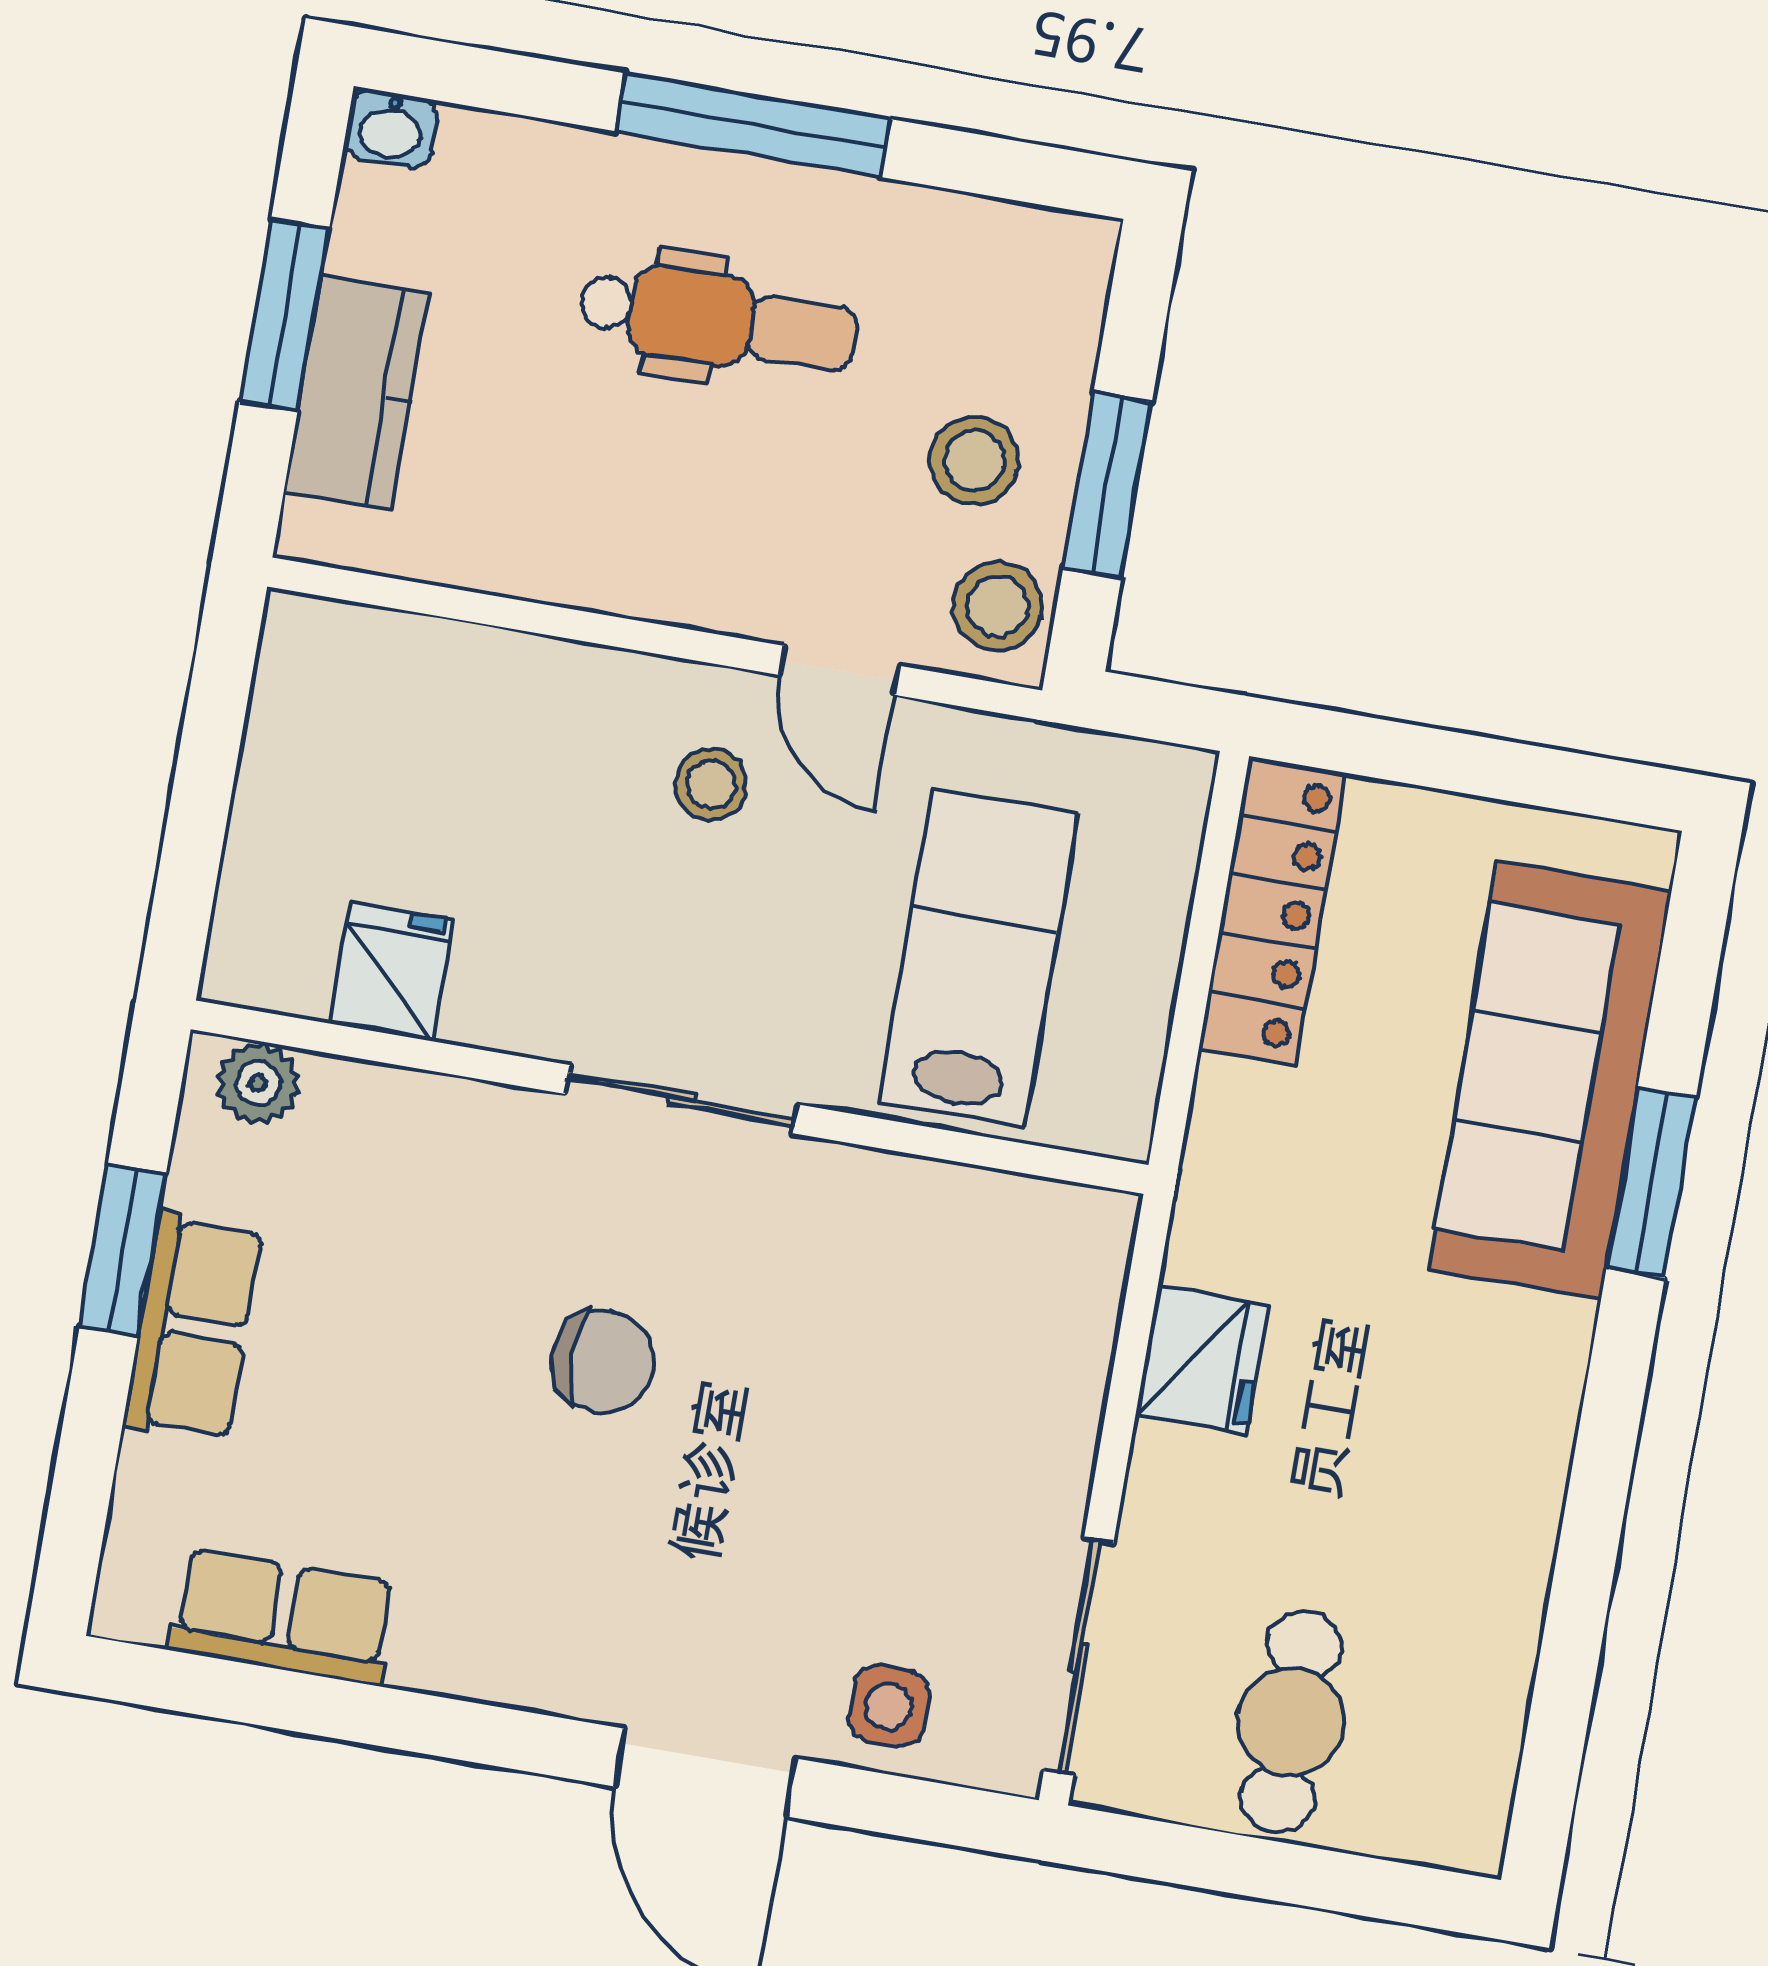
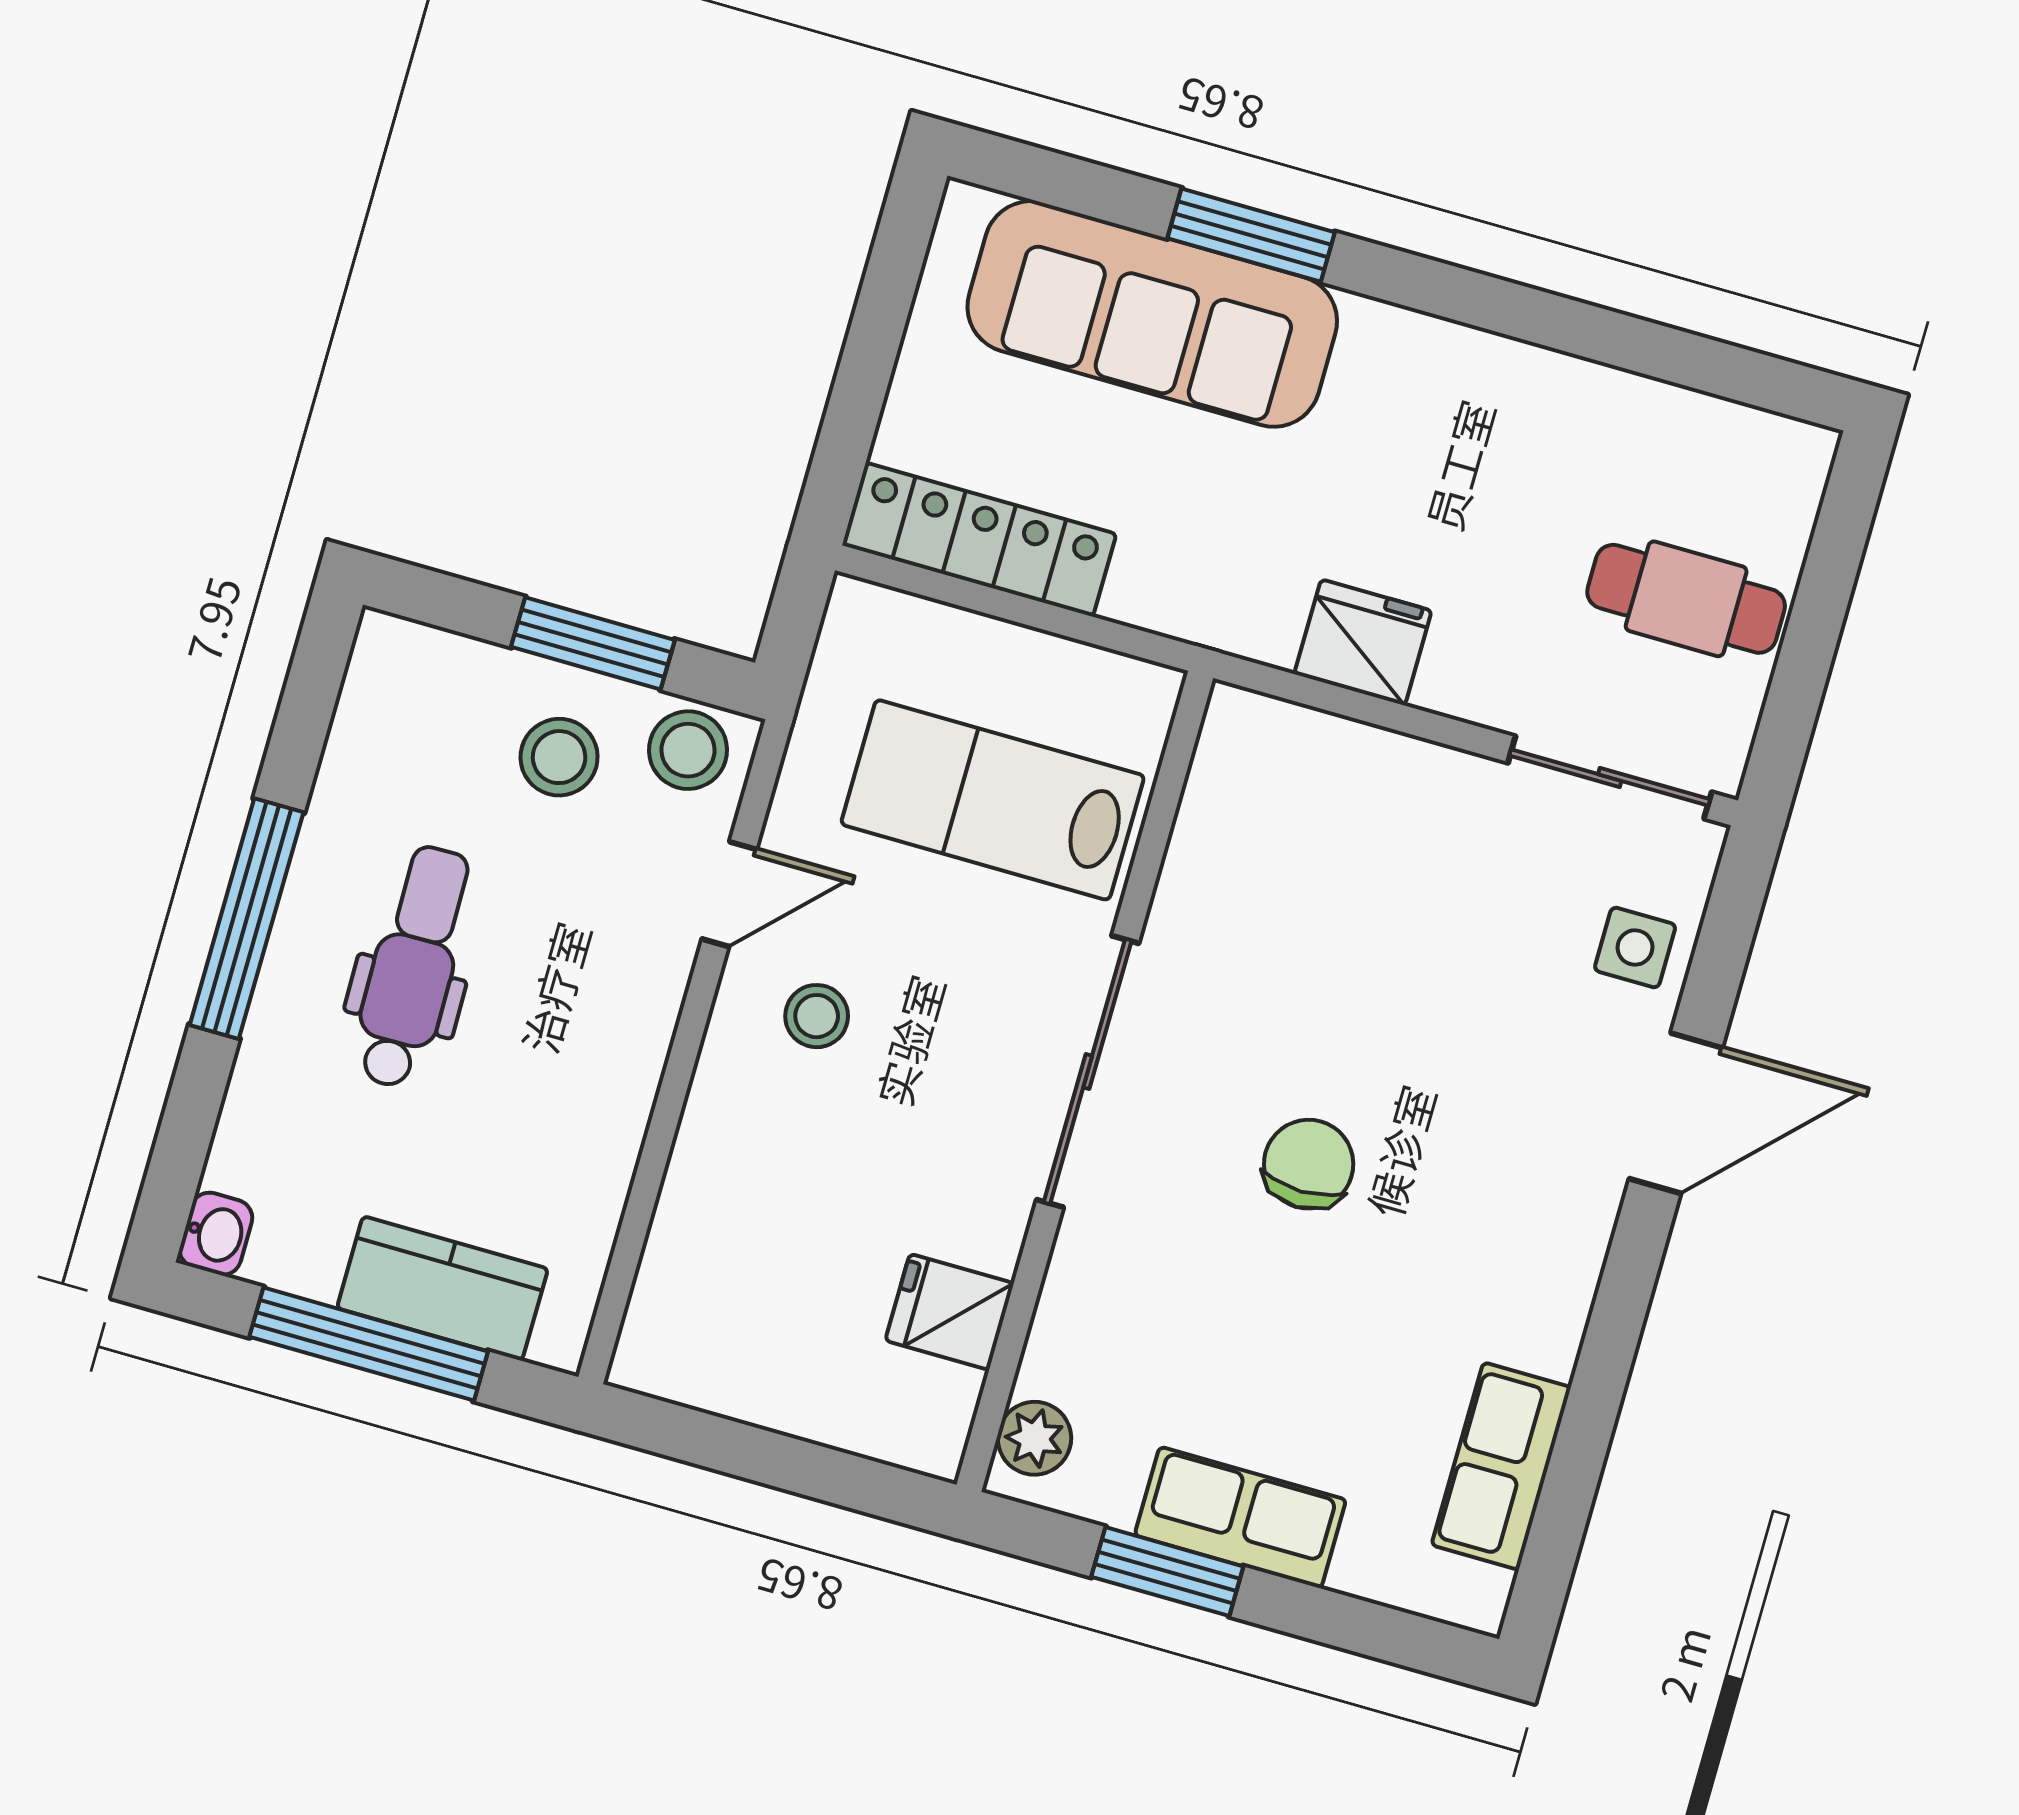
window: (284, 315) -> (369, 1344), width x1.44
sliding door: (681, 1099) -> (1088, 1071), width x1.37

